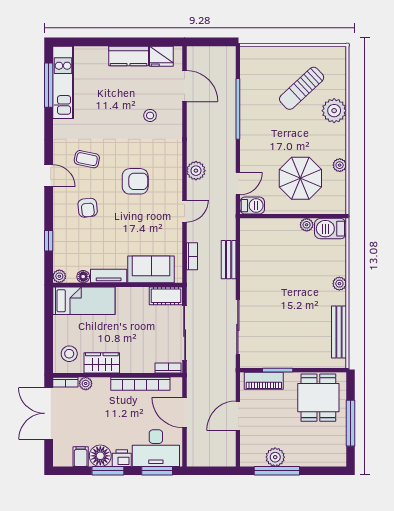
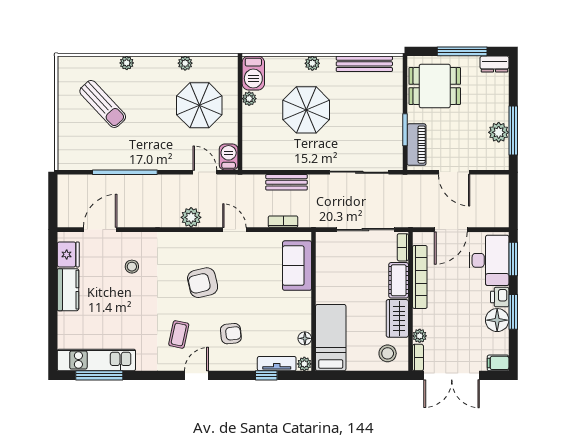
plant: (334, 111) -> (127, 63), width x0.53, depth x0.53
armchair: (135, 181) -> (203, 283), turned -103
tv unit: (109, 276) -> (277, 364), moved, turned 90
parasol: (296, 278) -> (306, 110), added
cot: (166, 296) -> (399, 280), moved
dresser: (339, 453) -> (494, 64), added
filing cabinet: (81, 457) -> (498, 363), moved

